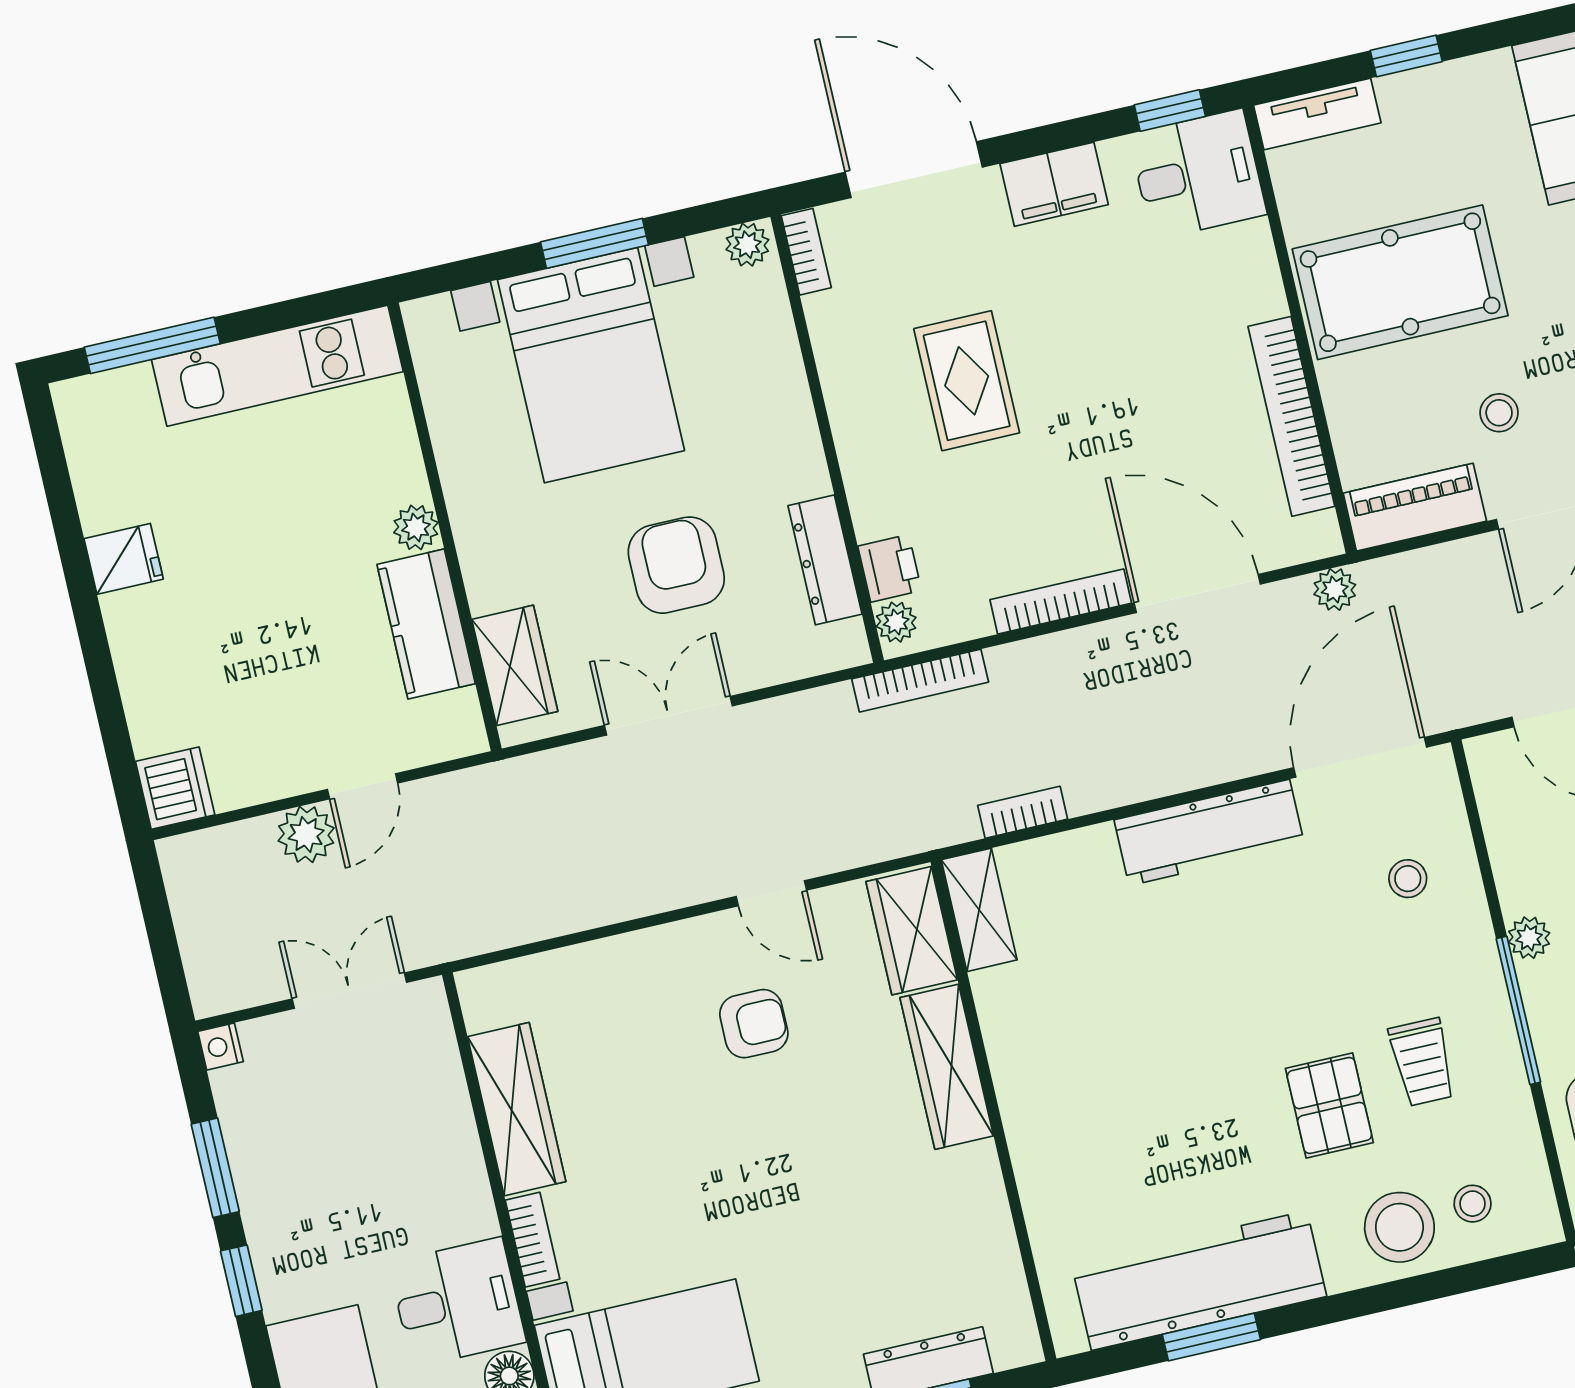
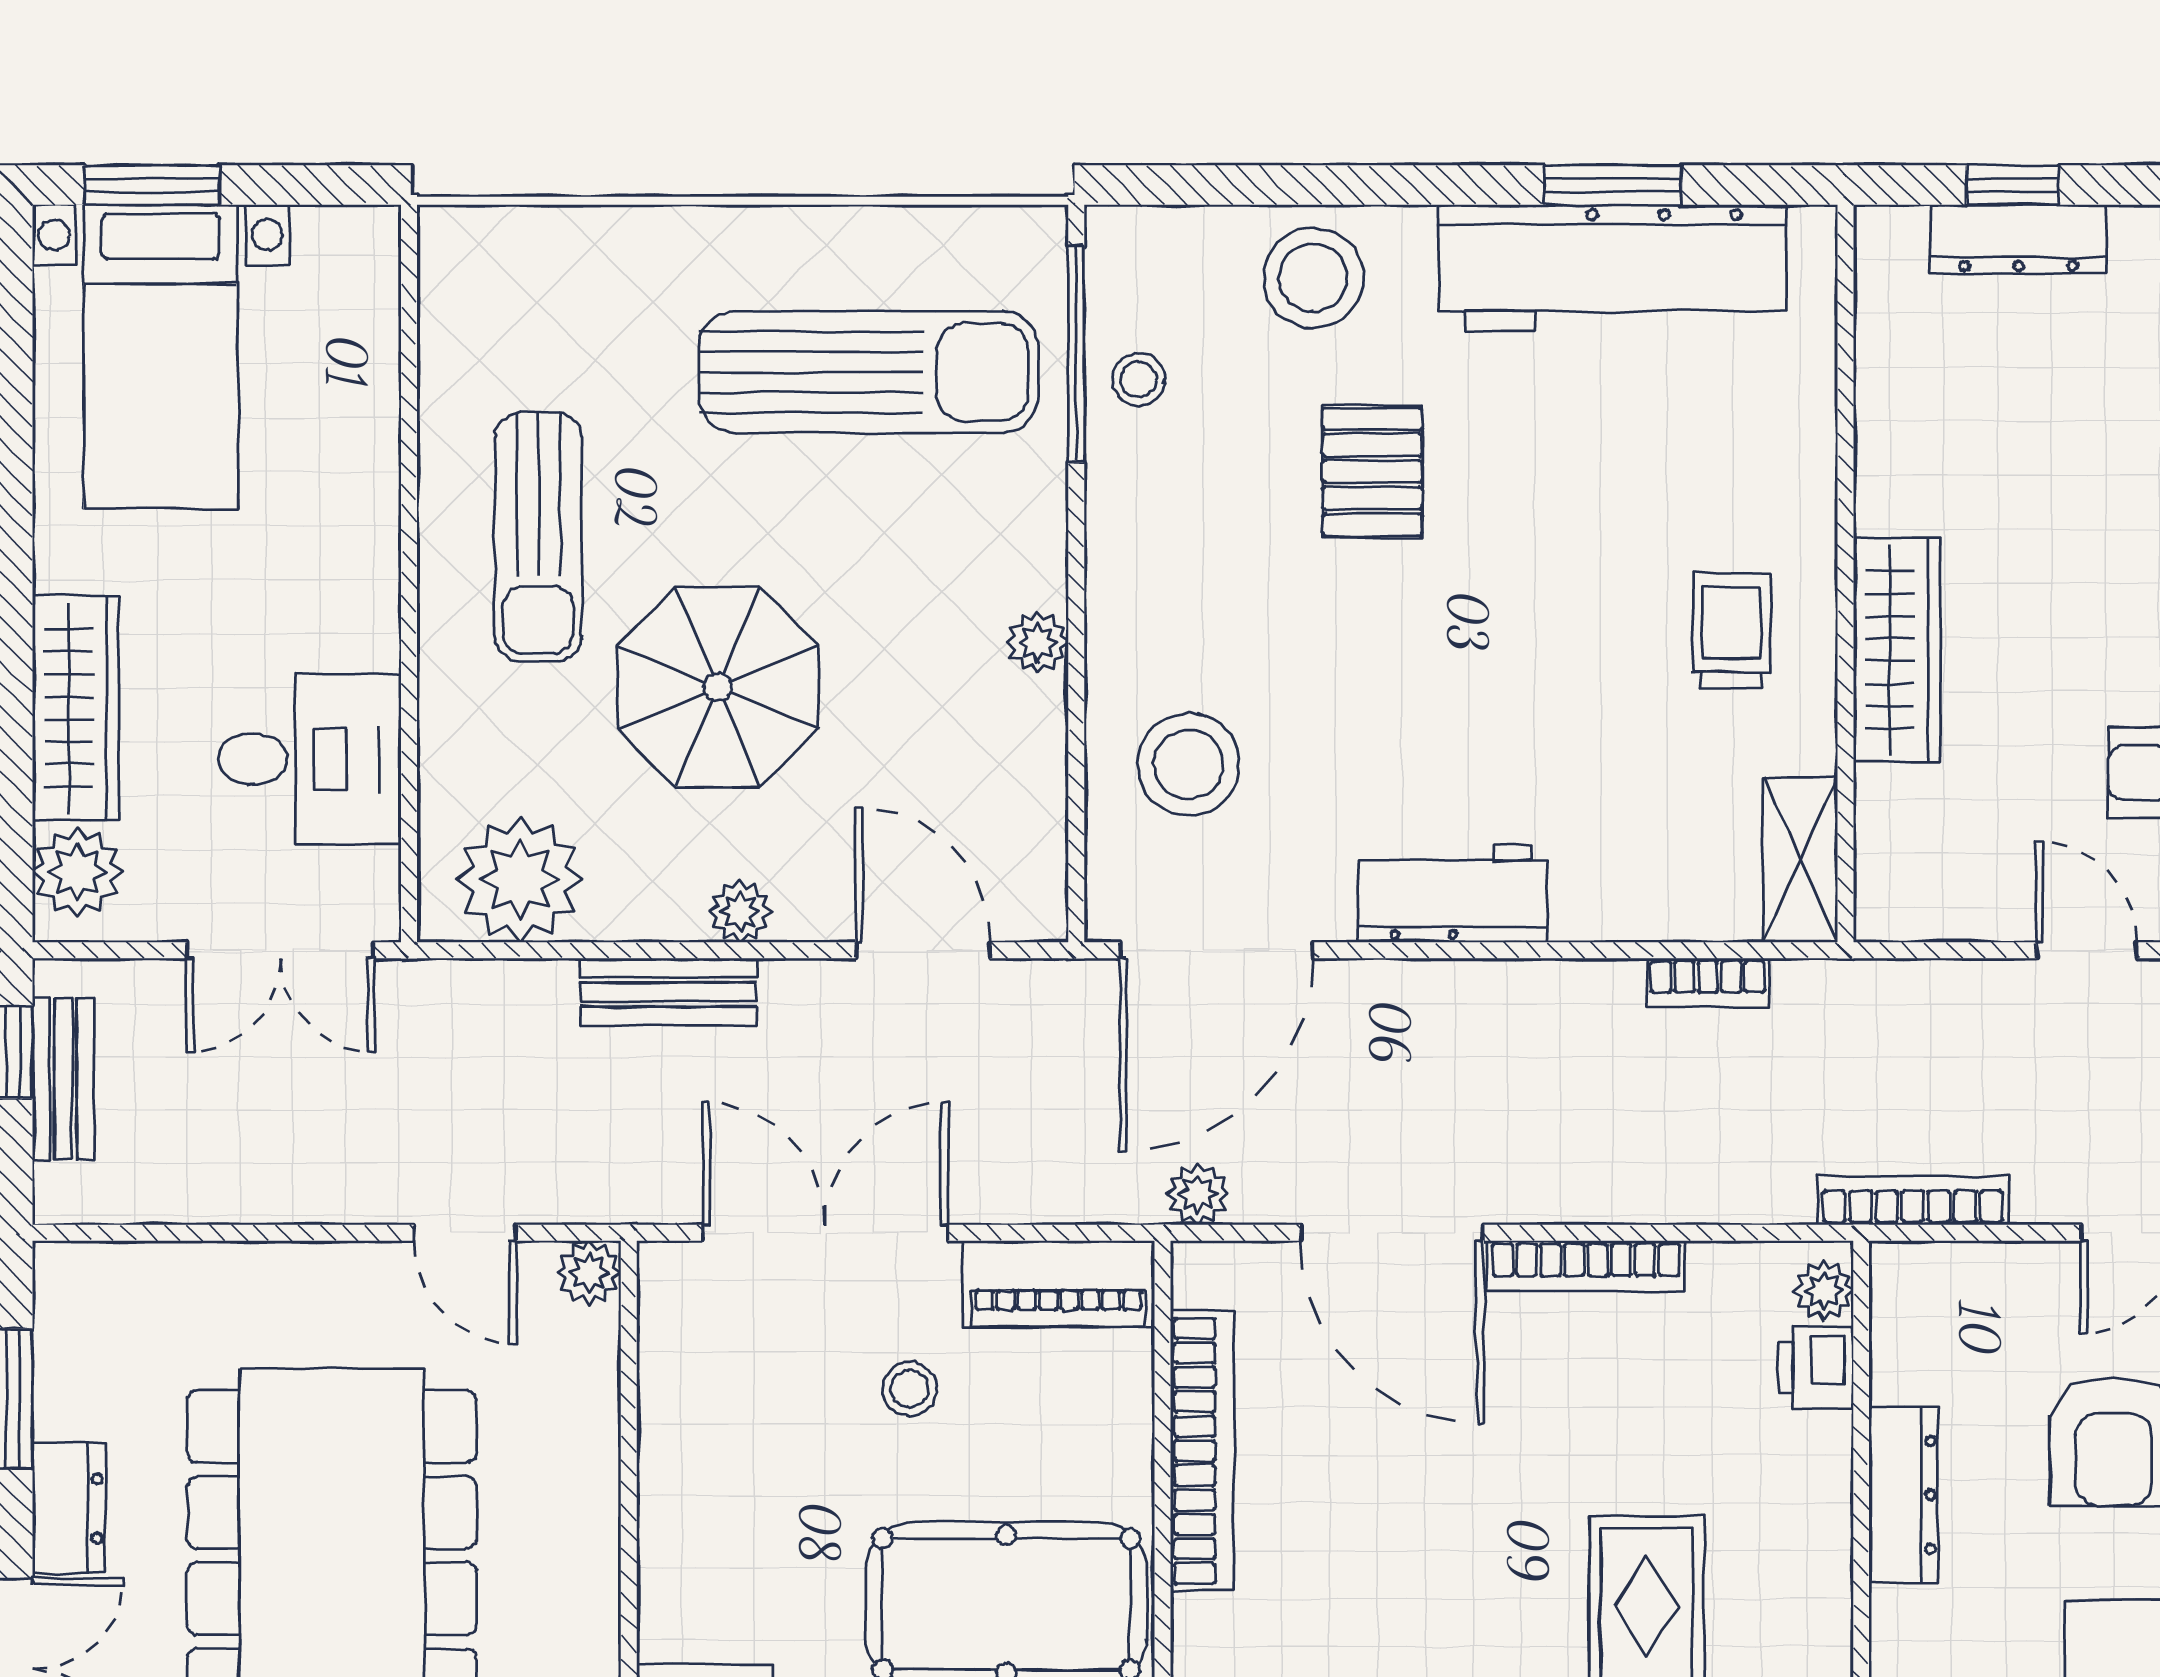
dresser: (825, 560) -> (1904, 1495), moved
bookcase: (920, 681) -> (1913, 1201), moved
workbench: (1209, 833) -> (1452, 894), width x0.73
stool: (1408, 879) -> (1189, 765), width x1.89, depth x1.89
wardrobe: (912, 931) -> (1902, 852), removed
window: (1518, 1010) -> (1076, 354), moved
trolley: (1422, 1062) -> (1731, 631), moved
stool: (1473, 1204) -> (1138, 379), moved

